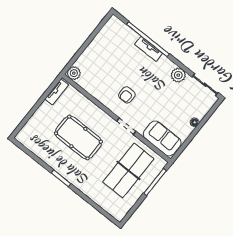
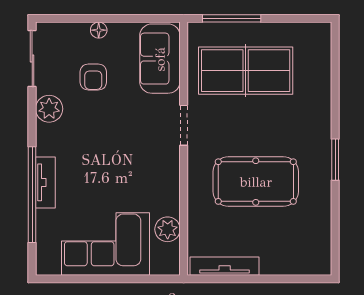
corner sofa: (103, 53) -> (106, 244), added
plant: (74, 73) -> (168, 229), moved
tv unit: (57, 92) -> (225, 266), width x1.41
armchair: (127, 95) -> (93, 77), moved, turned 90
pool table: (78, 137) -> (256, 182), turned 90

